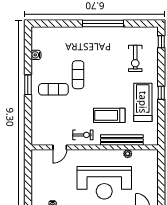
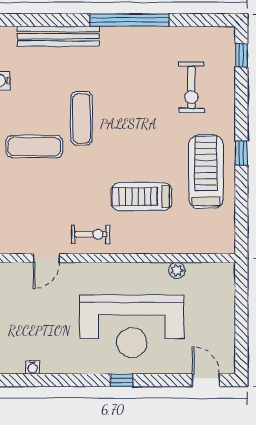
bench: (122, 140) -> (58, 36), moved

